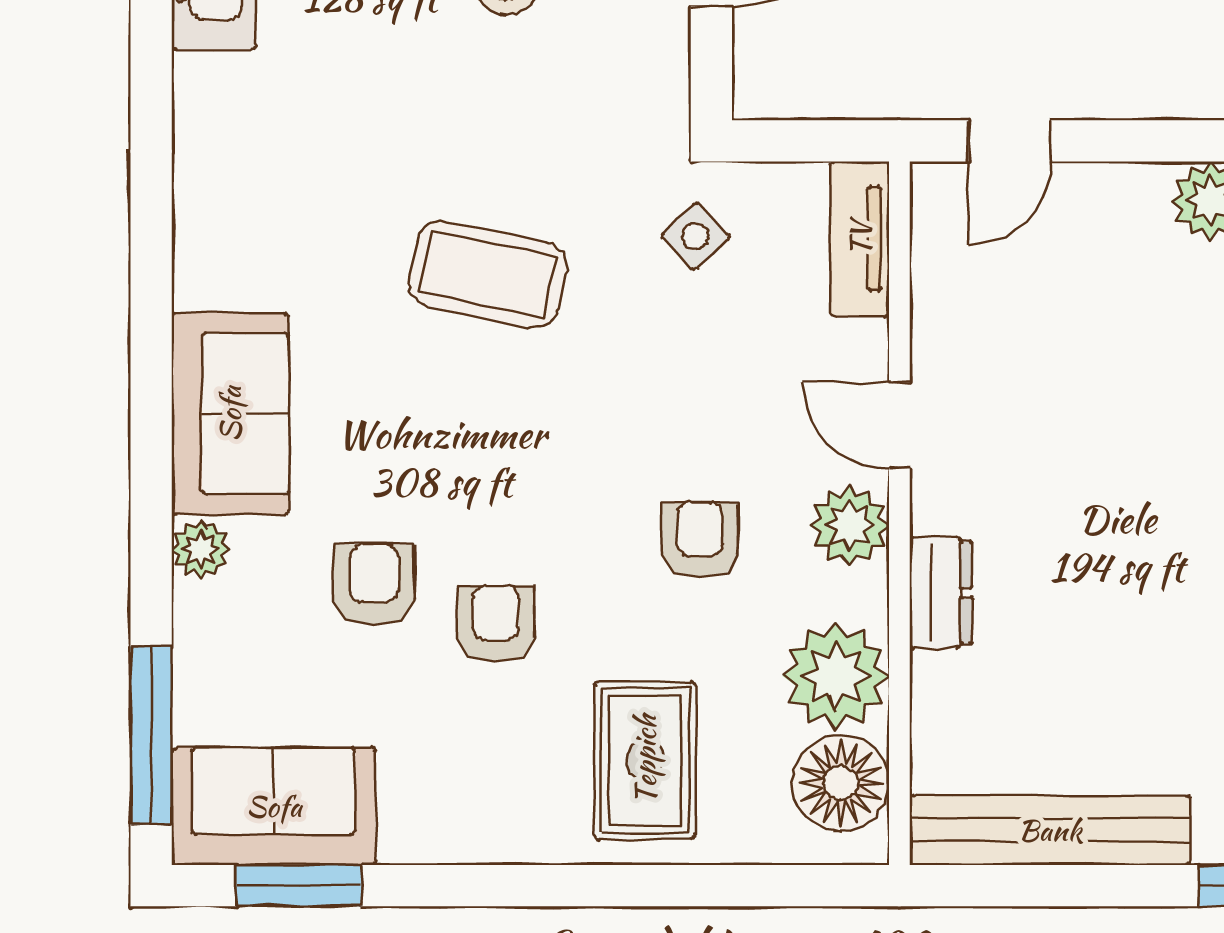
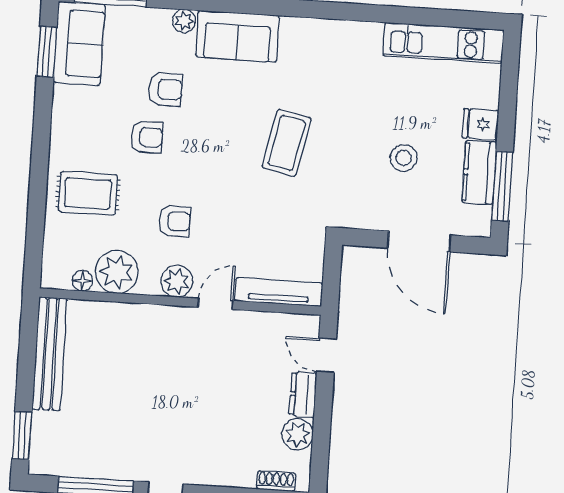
side table: (696, 236) -> (297, 227), removed
tv unit: (860, 239) -> (279, 292), width x1.41
dresser: (941, 592) -> (303, 394), moved, turned 90
floor lamp: (841, 783) -> (82, 281), width x0.53, depth x0.53

